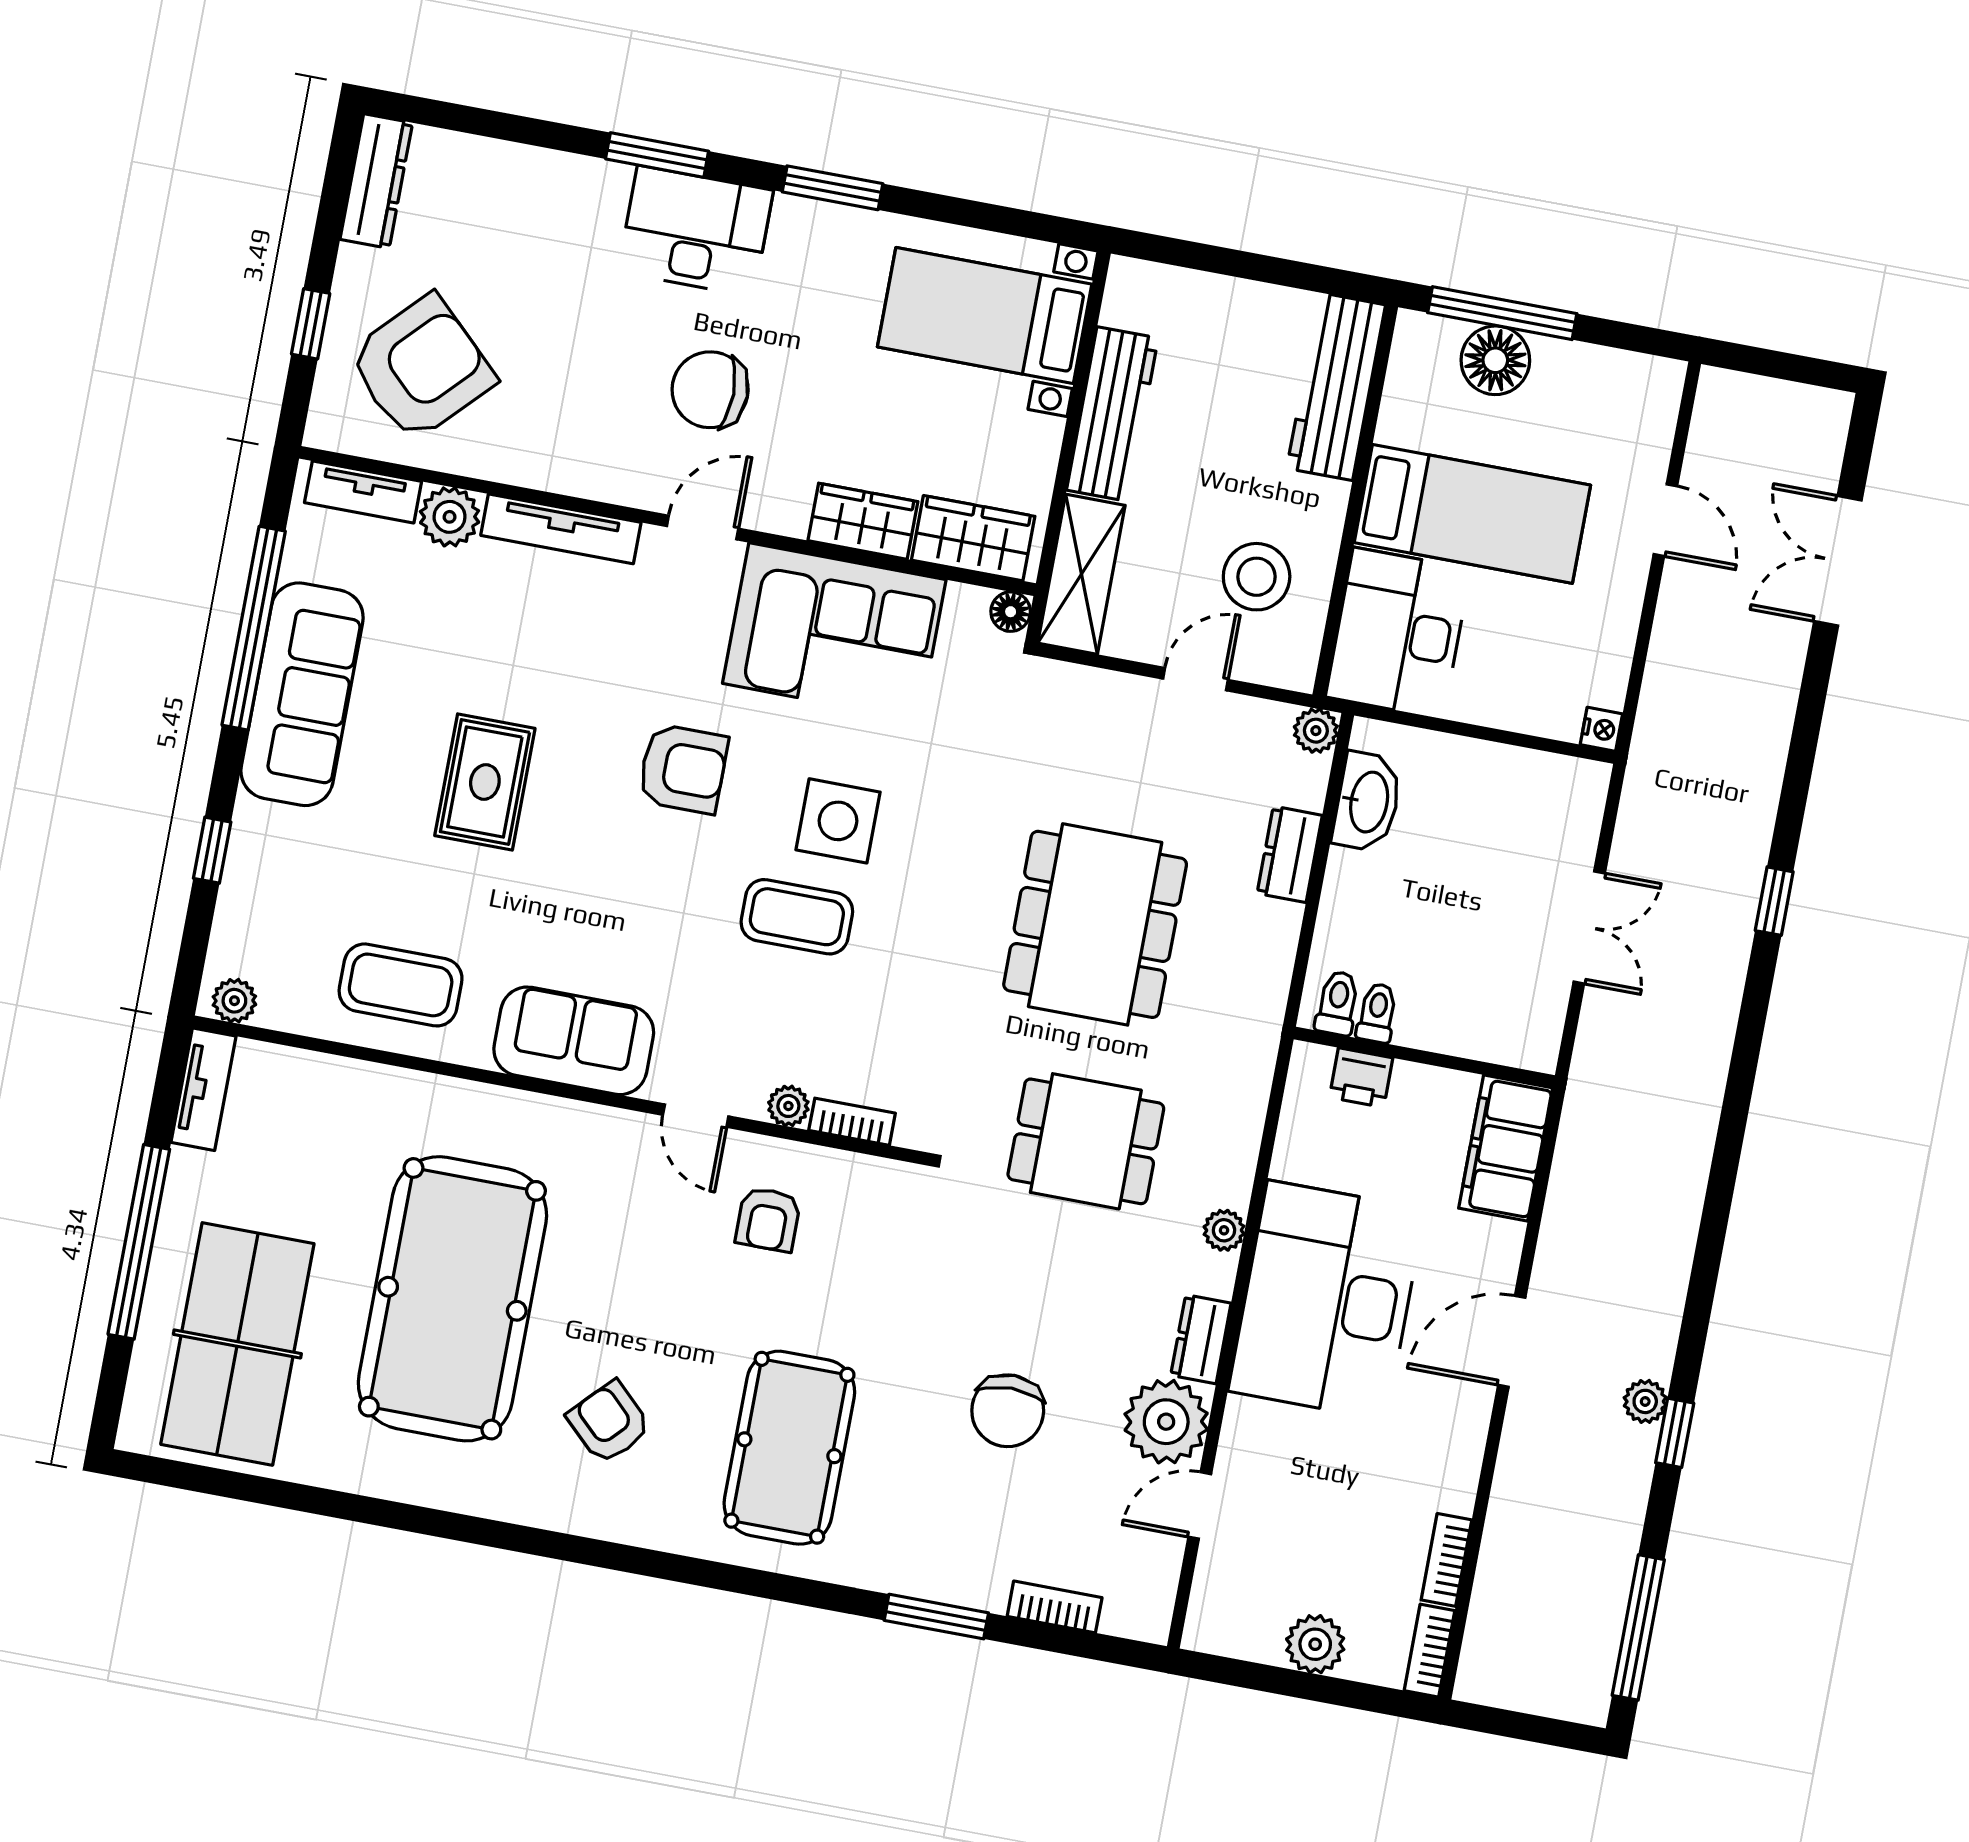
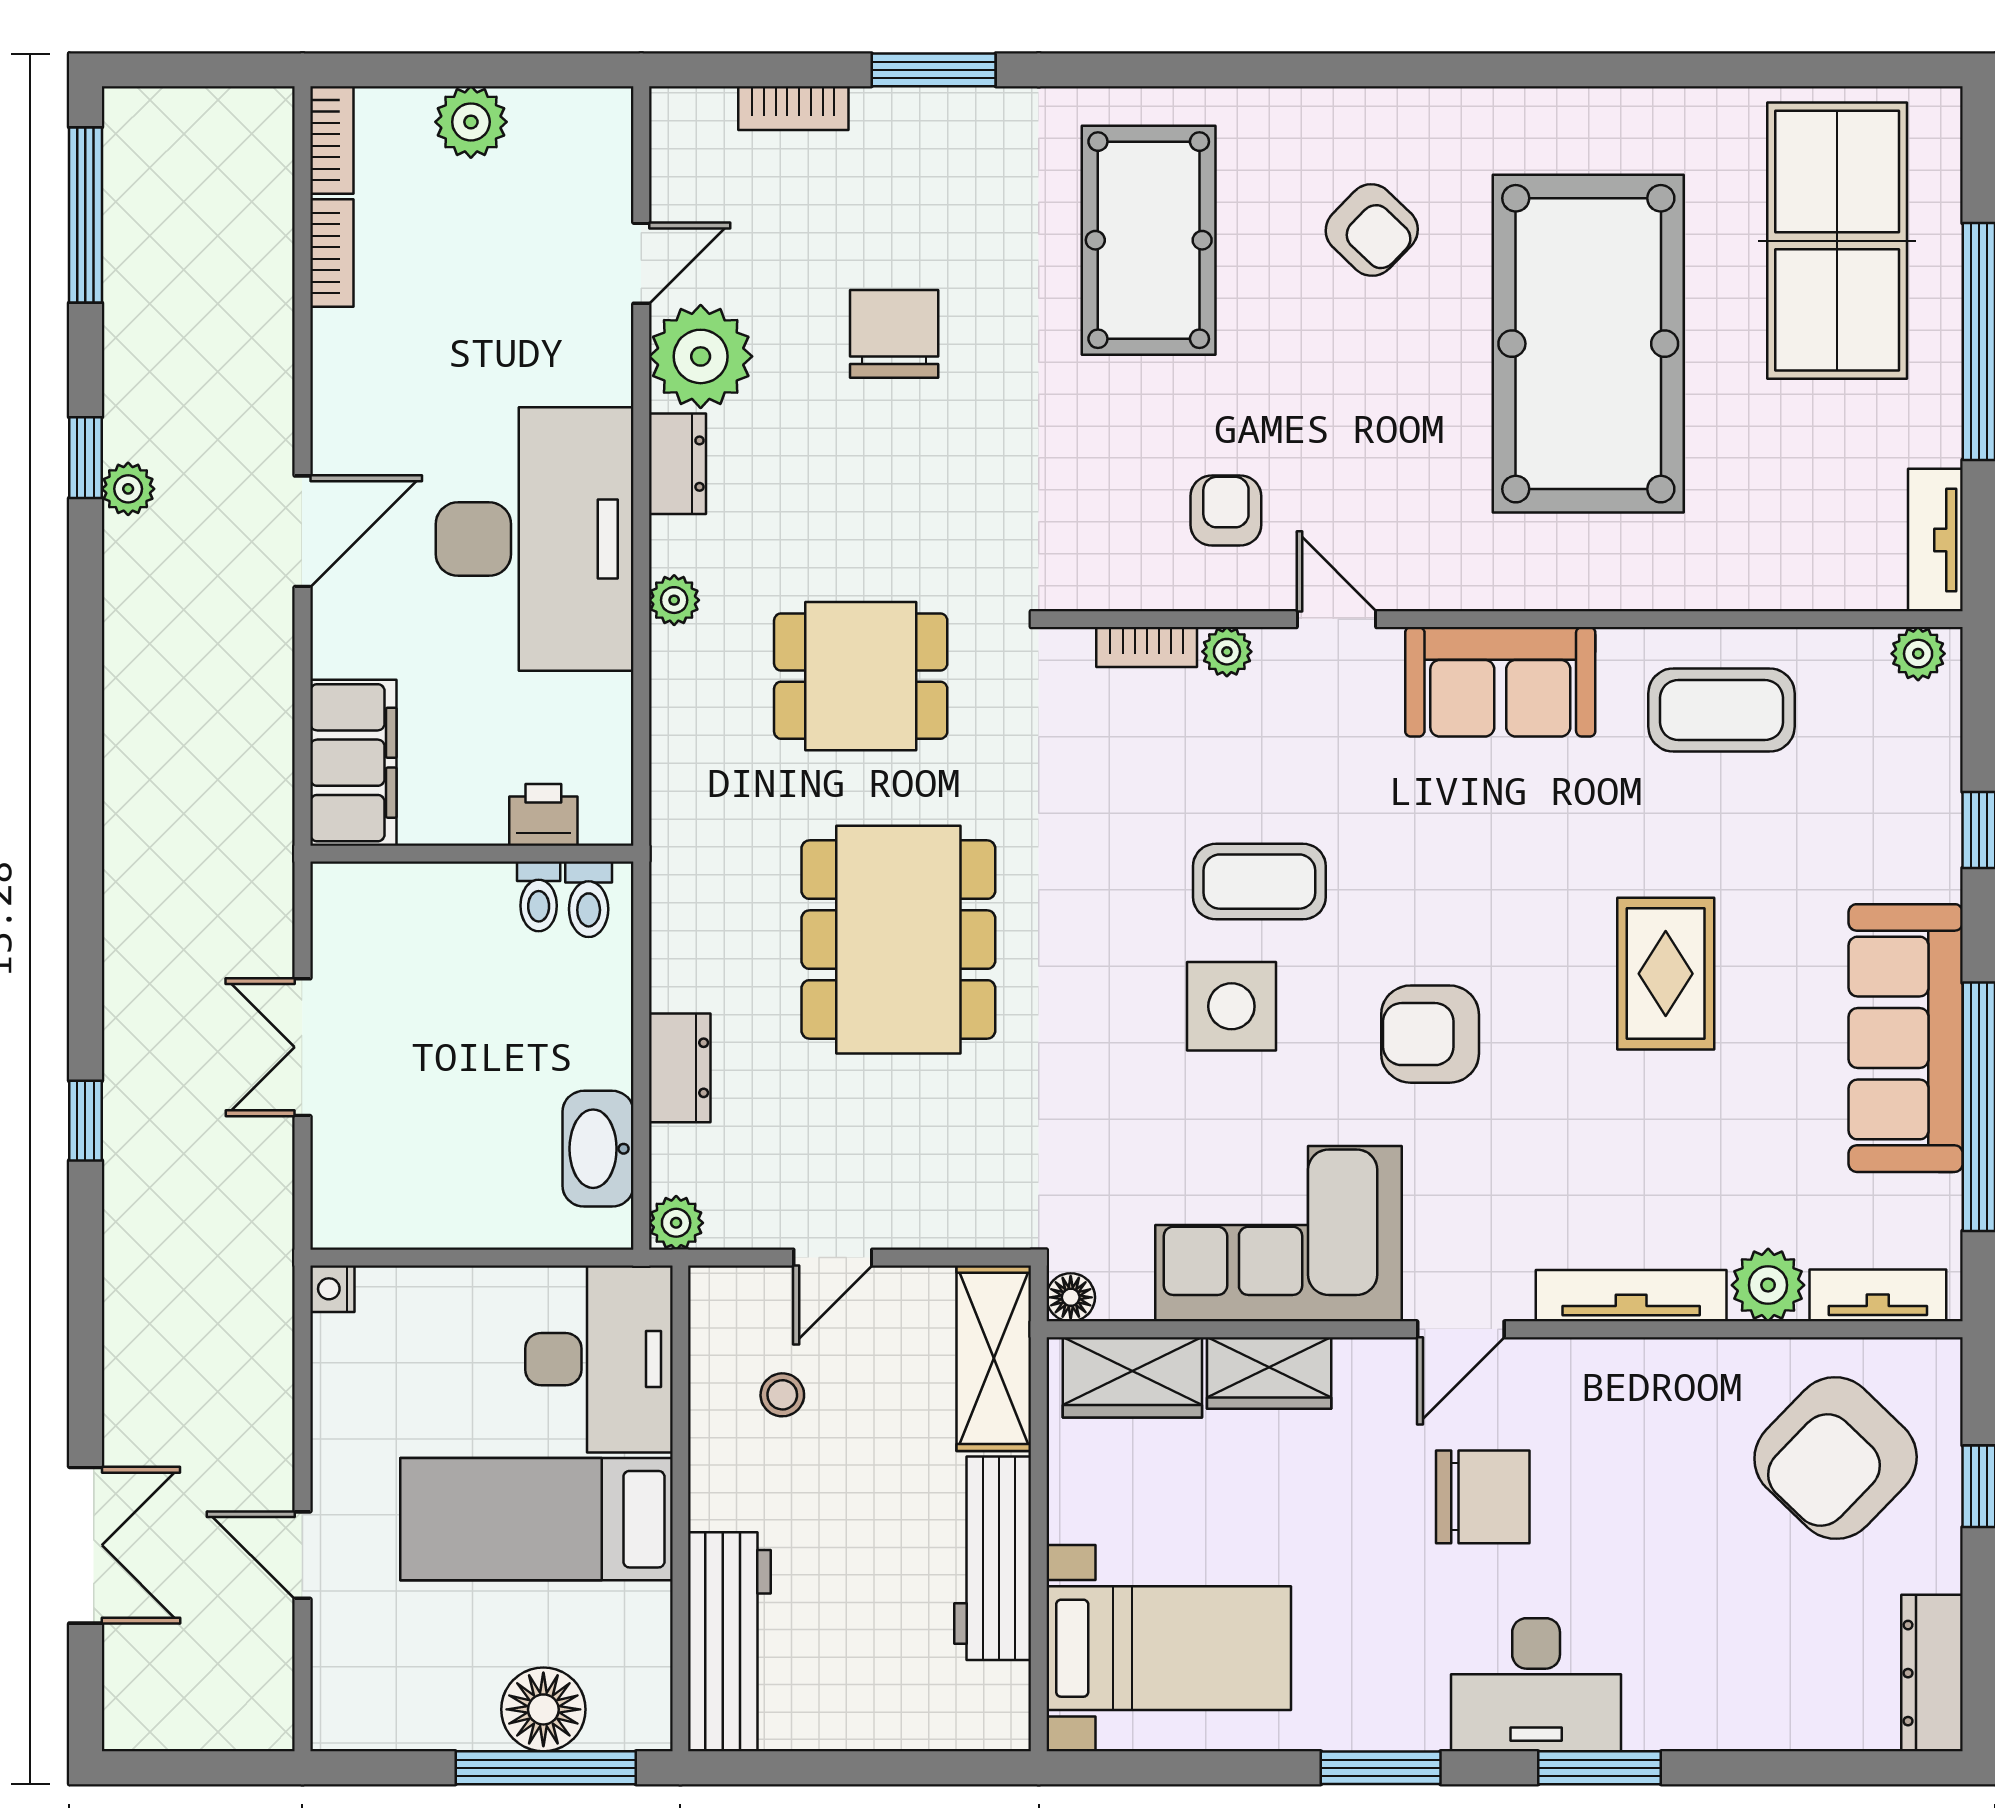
stool: (1257, 577) -> (782, 1395), width x0.53, depth x0.53

